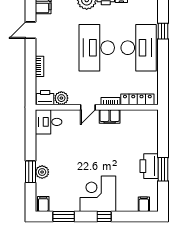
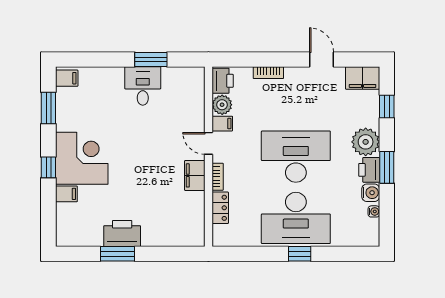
window: (163, 31) -> (300, 254), moved
filing cabinet: (74, 98) -> (222, 124), added
locker: (137, 99) -> (220, 208), width x0.66
desk: (49, 122) -> (143, 86), moved
window: (30, 172) -> (151, 59), moved
plant: (42, 172) -> (114, 76), removed
filing cabinet: (144, 204) -> (66, 194), moved

